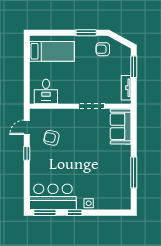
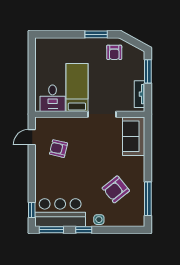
armchair: (103, 49) -> (114, 52), turned -90
bed: (52, 51) -> (77, 88), moved, turned -90
window: (27, 153) -> (32, 210), moved
window: (134, 172) -> (148, 199), moved
armchair: (104, 175) -> (116, 189), added

